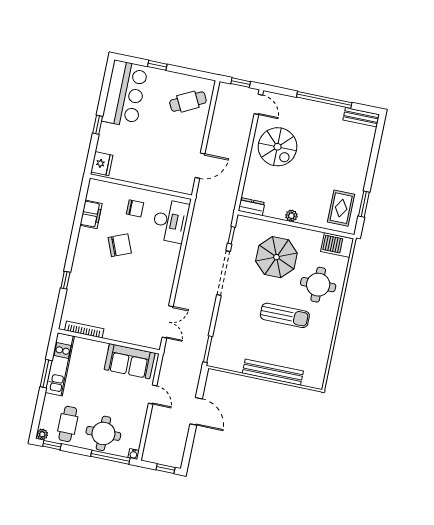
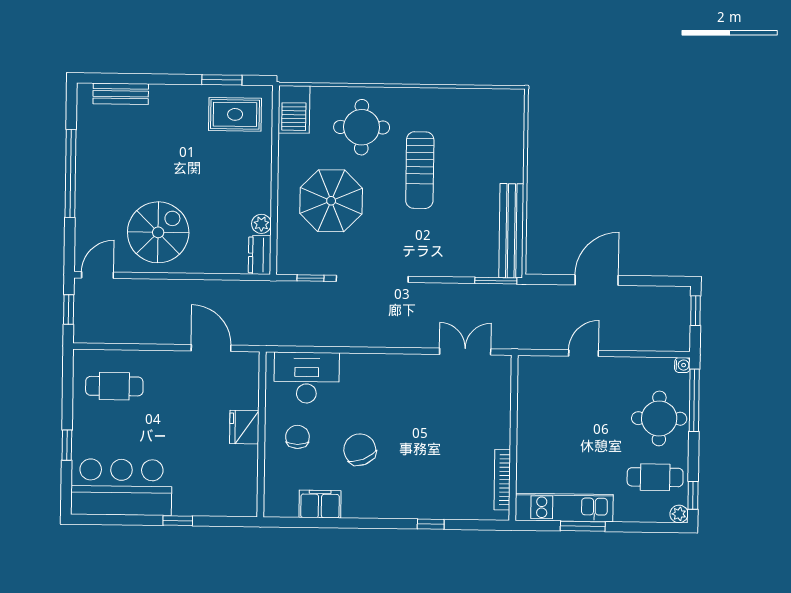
cafe table: (188, 102) -> (114, 386), turned -63
bench: (361, 117) -> (121, 94), moved, turned 90
fridge: (102, 164) -> (244, 427), moved, turned -90
plant: (291, 216) -> (261, 224), moved
sun lounger: (285, 315) -> (420, 170), turned 180
sofa: (130, 361) -> (538, 399), removed
bench: (273, 372) -> (511, 231), moved

